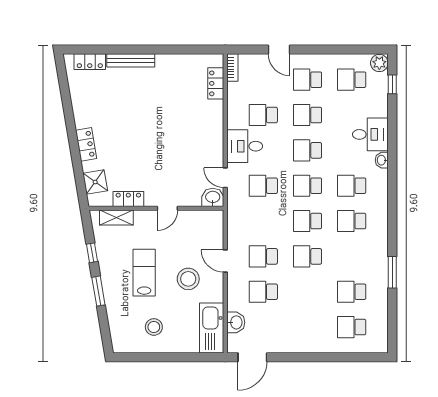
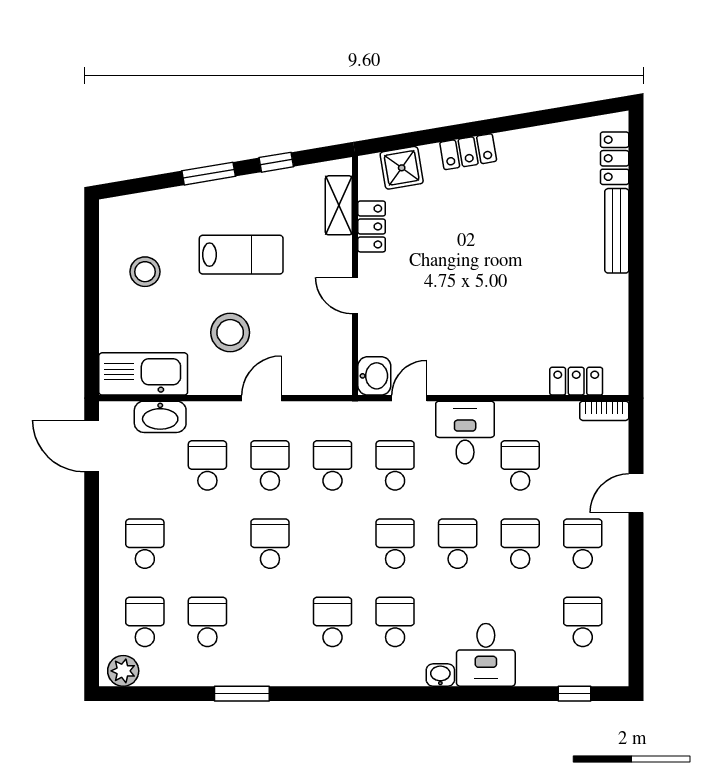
plant: (379, 63) -> (123, 671), moved
school desk: (307, 221) -> (333, 465), moved
washbasin: (236, 322) -> (160, 417), width x1.38
school desk: (307, 327) -> (145, 544), added

